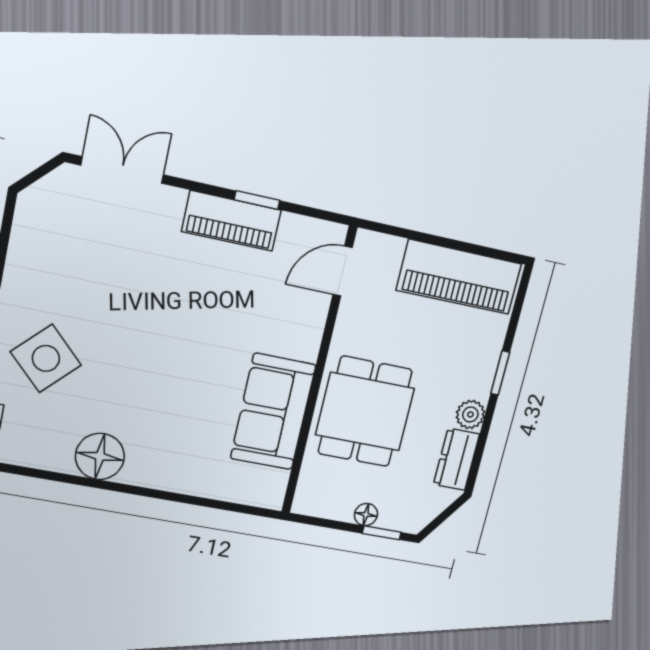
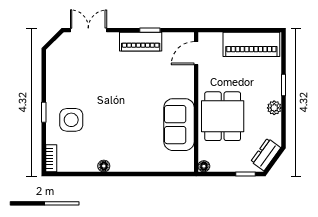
side table: (46, 358) -> (71, 120), turned 45
floor lamp: (100, 456) -> (104, 166), width x0.53, depth x0.53
dresser: (456, 459) -> (266, 155), moved, turned 36
floor lamp: (366, 515) -> (204, 166), moved

